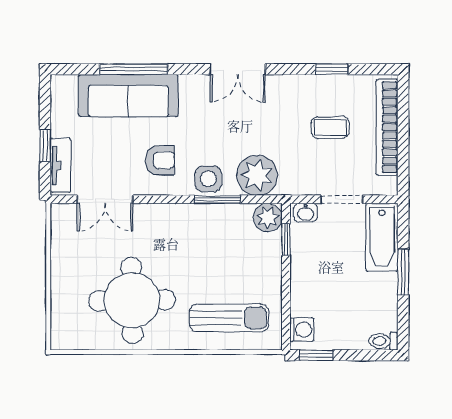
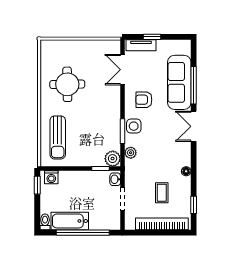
double door: (238, 69) -> (194, 126), moved
window: (332, 69) -> (194, 205), moved
floor lamp: (291, 83) -> (186, 171), added
armchair: (160, 160) -> (144, 100), turned 90
plant: (257, 175) -> (131, 153), width x0.53, depth x0.53
bathtub: (382, 237) -> (70, 221), moved
window: (403, 272) -> (83, 233), width x2.11
round table: (132, 300) -> (67, 84), width x0.73, depth x0.73

